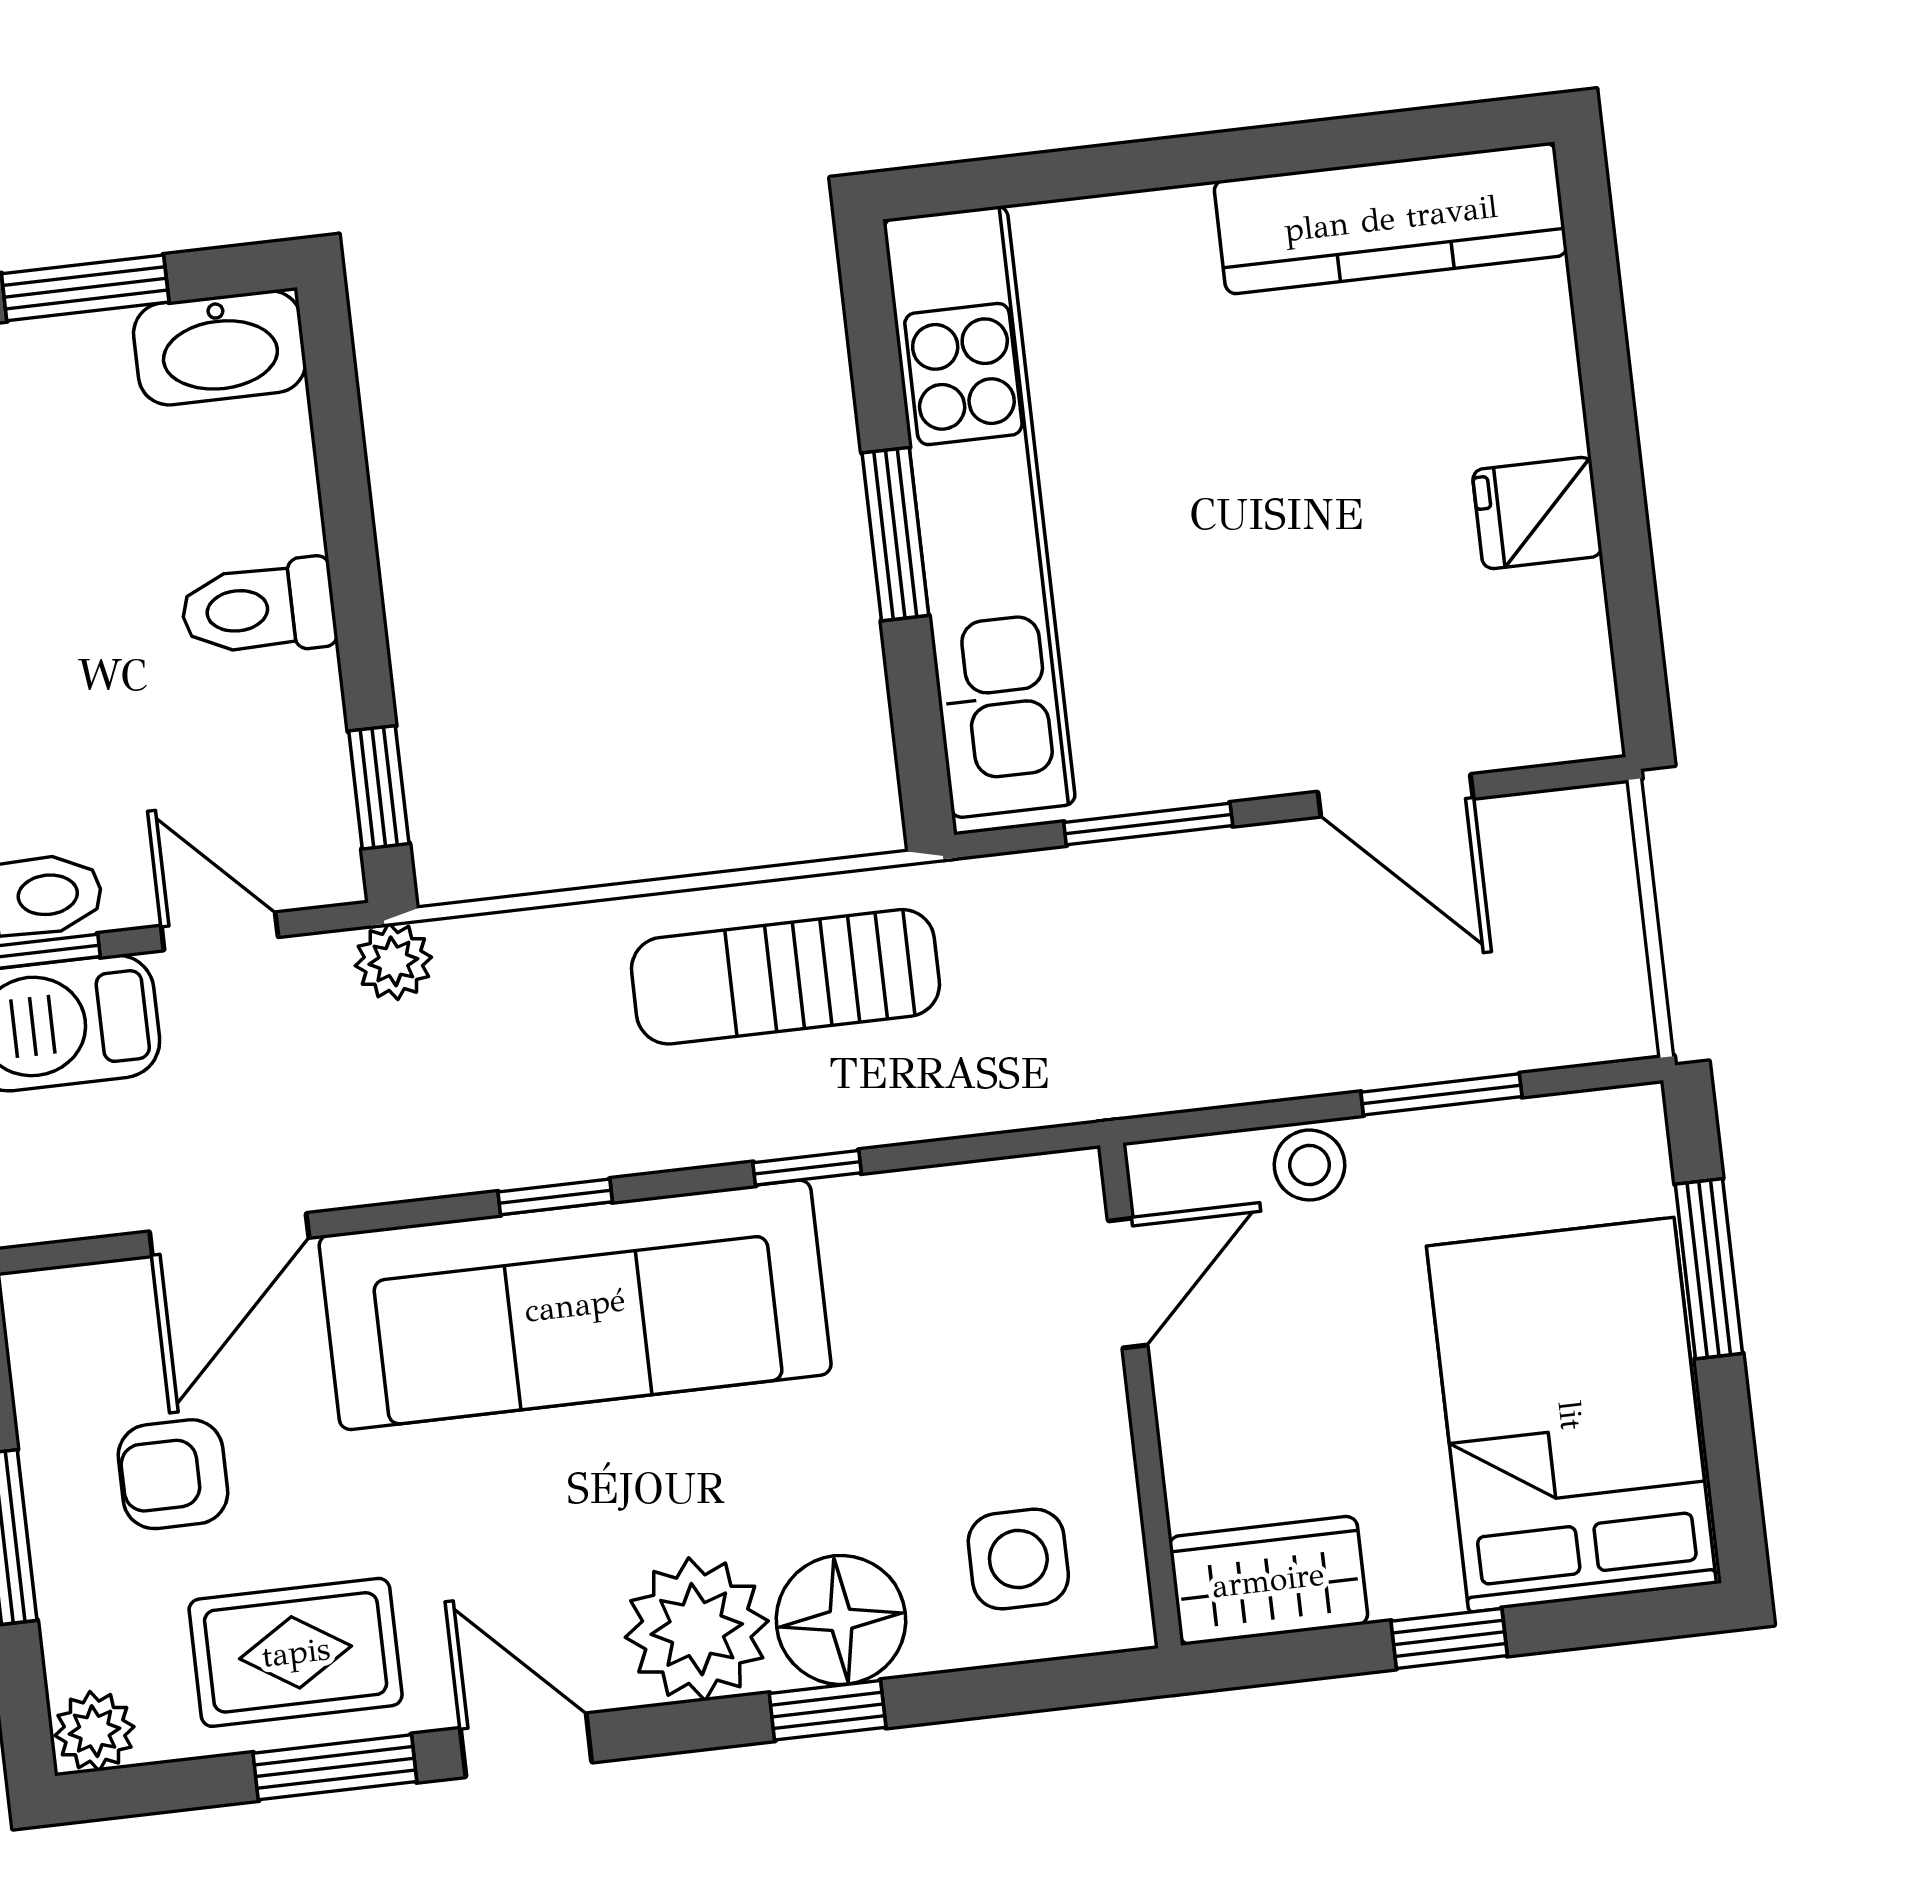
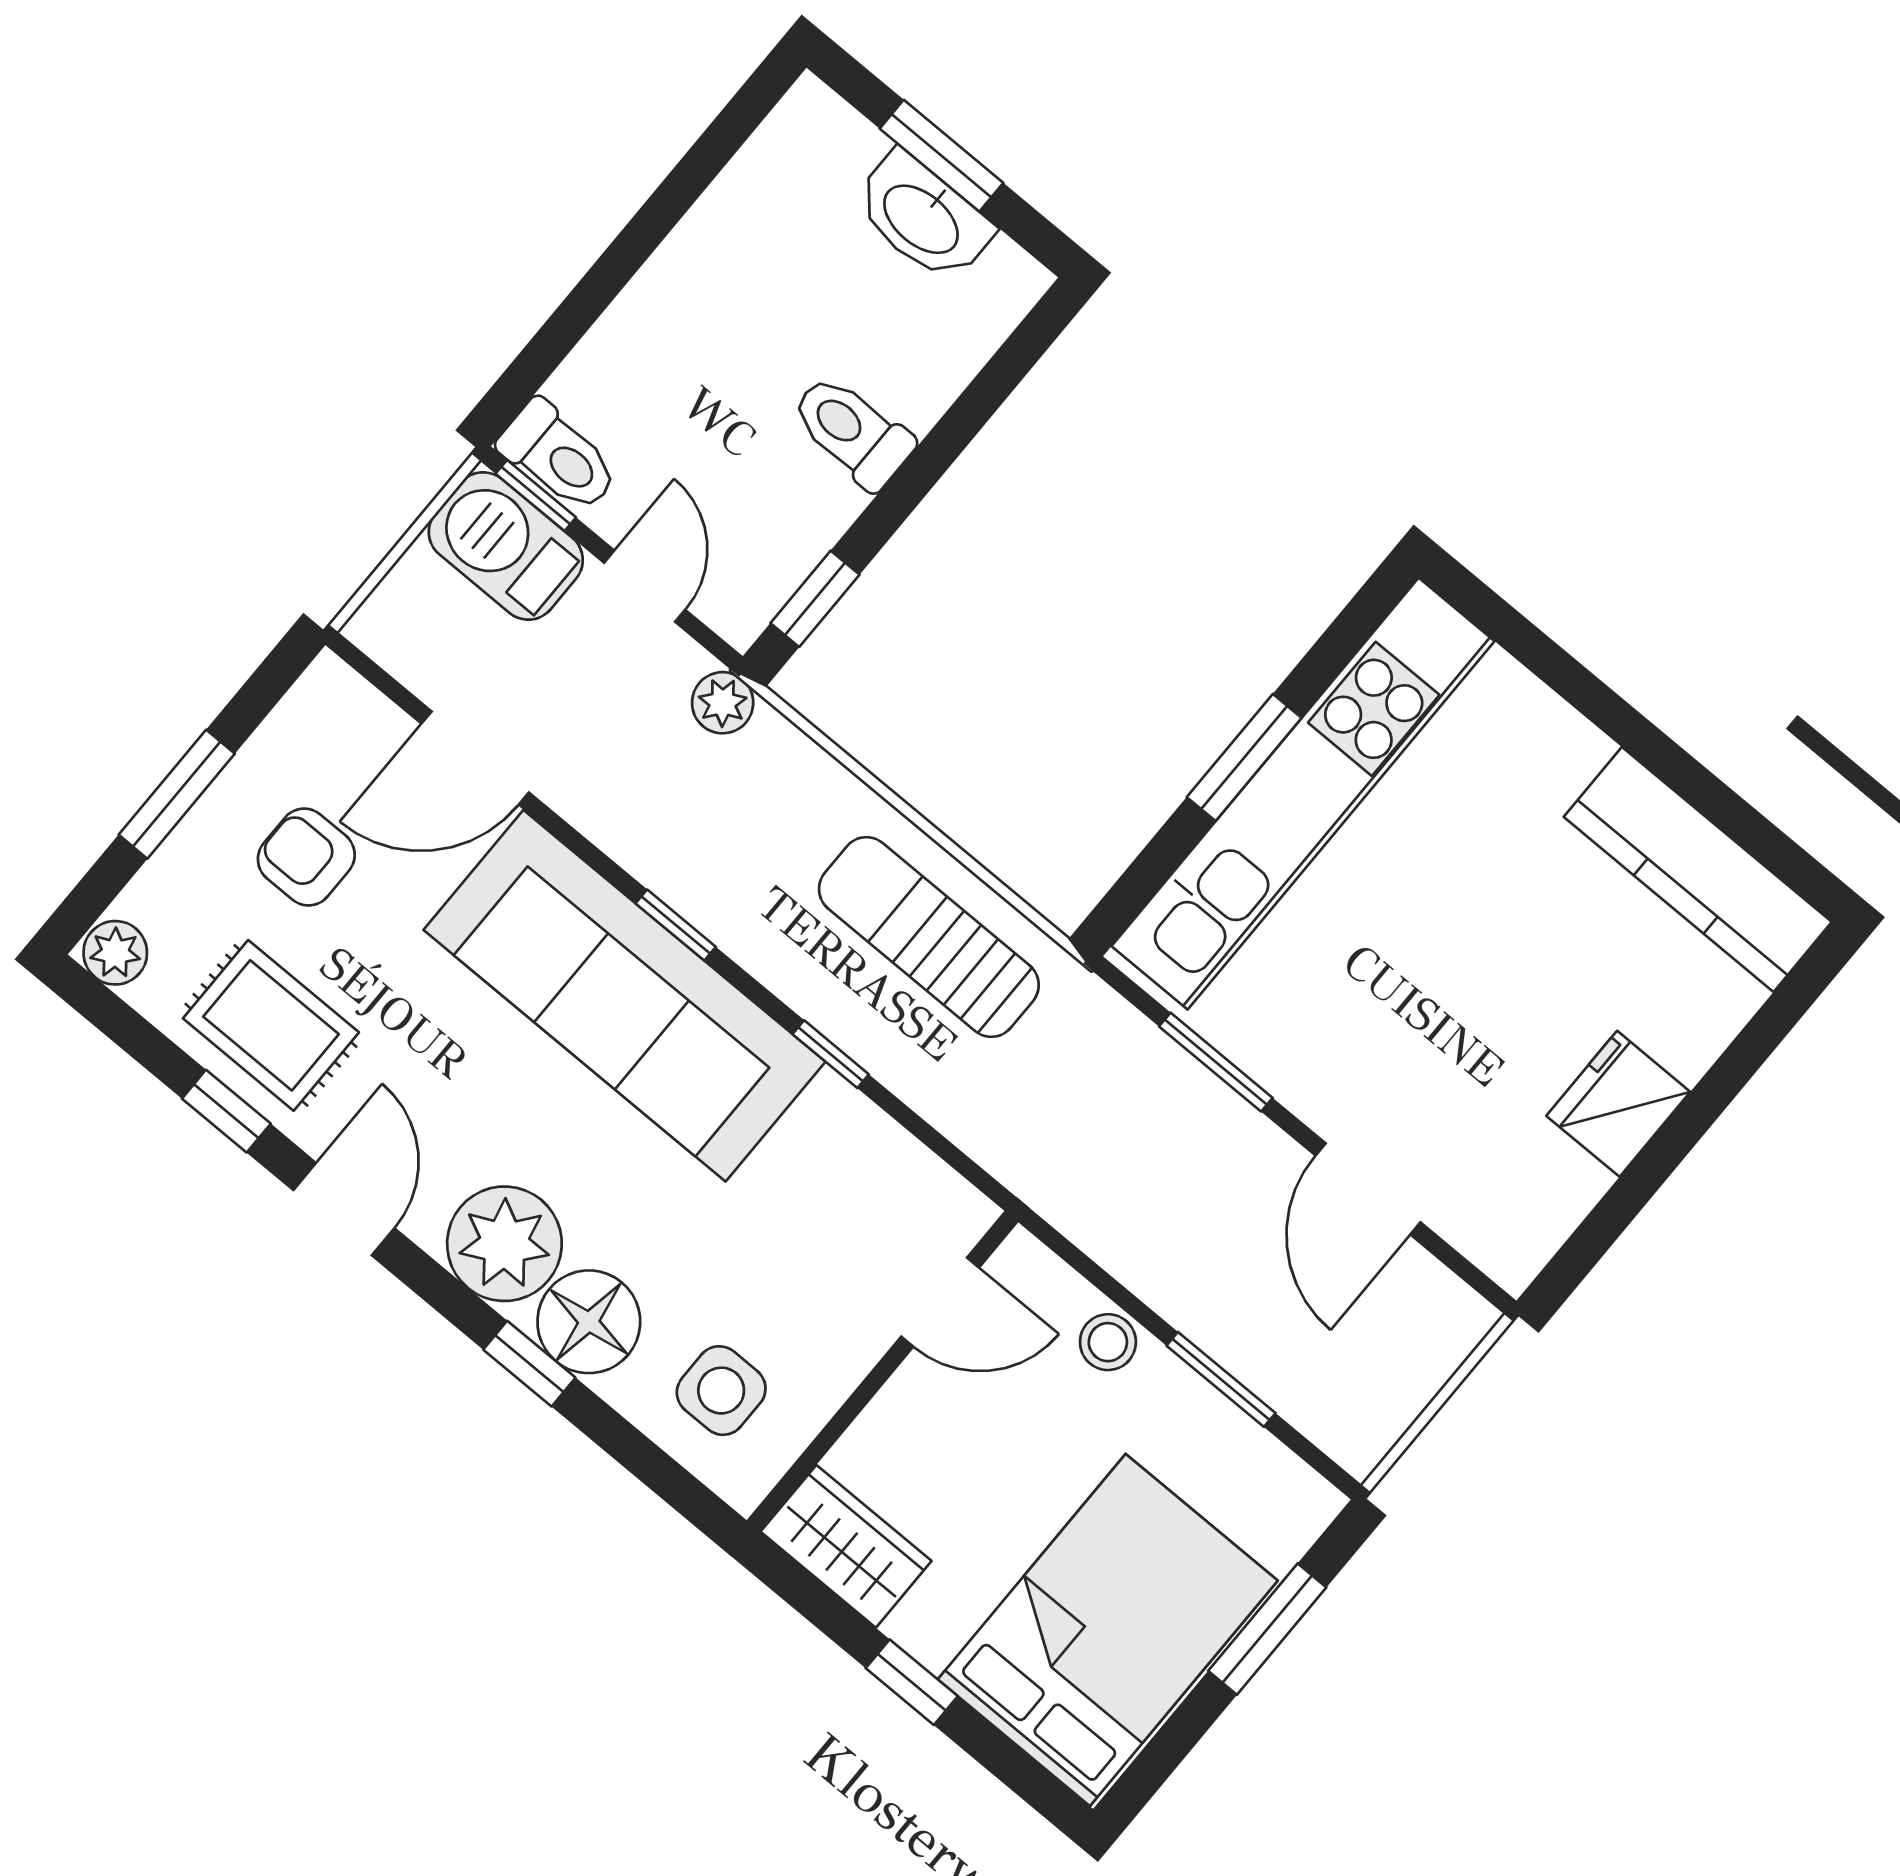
washbasin: (220, 348) -> (922, 217), moved
fridge: (1537, 513) -> (1618, 1104), width x1.38
window: (335, 1767) -> (226, 1111), width x0.67

